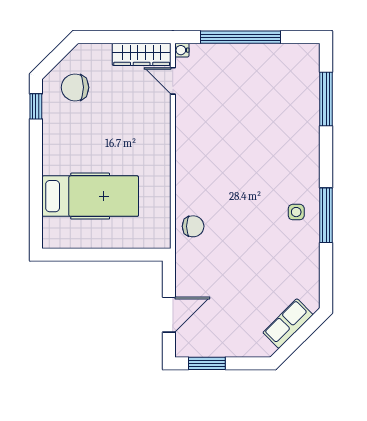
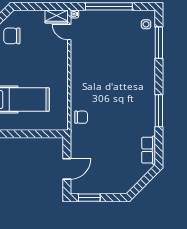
wardrobe: (142, 54) -> (57, 17), width x0.67
side table: (296, 212) -> (146, 24), moved
row of seats: (288, 324) -> (149, 150), moved, turned -45

